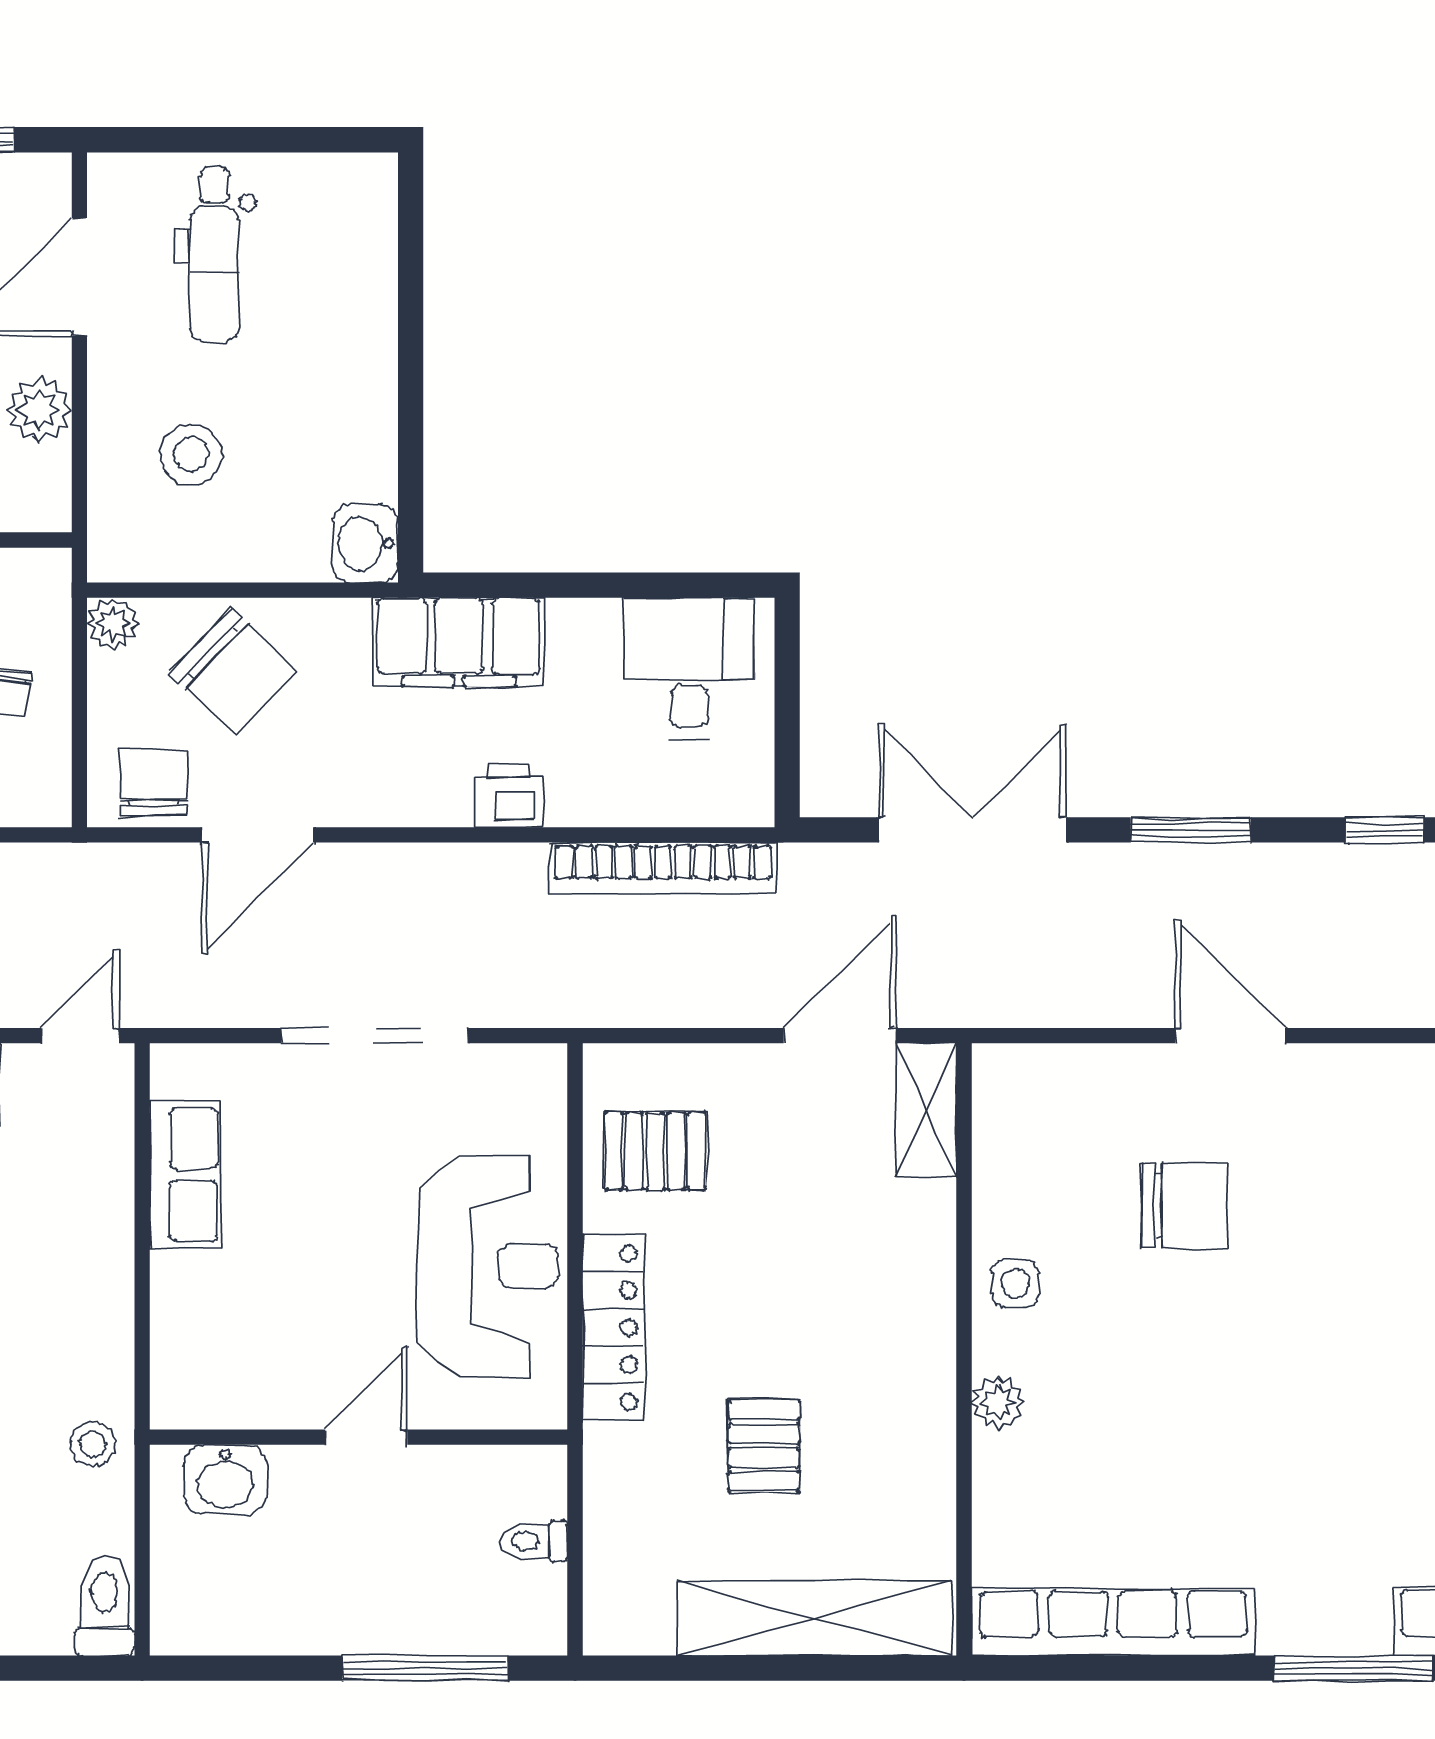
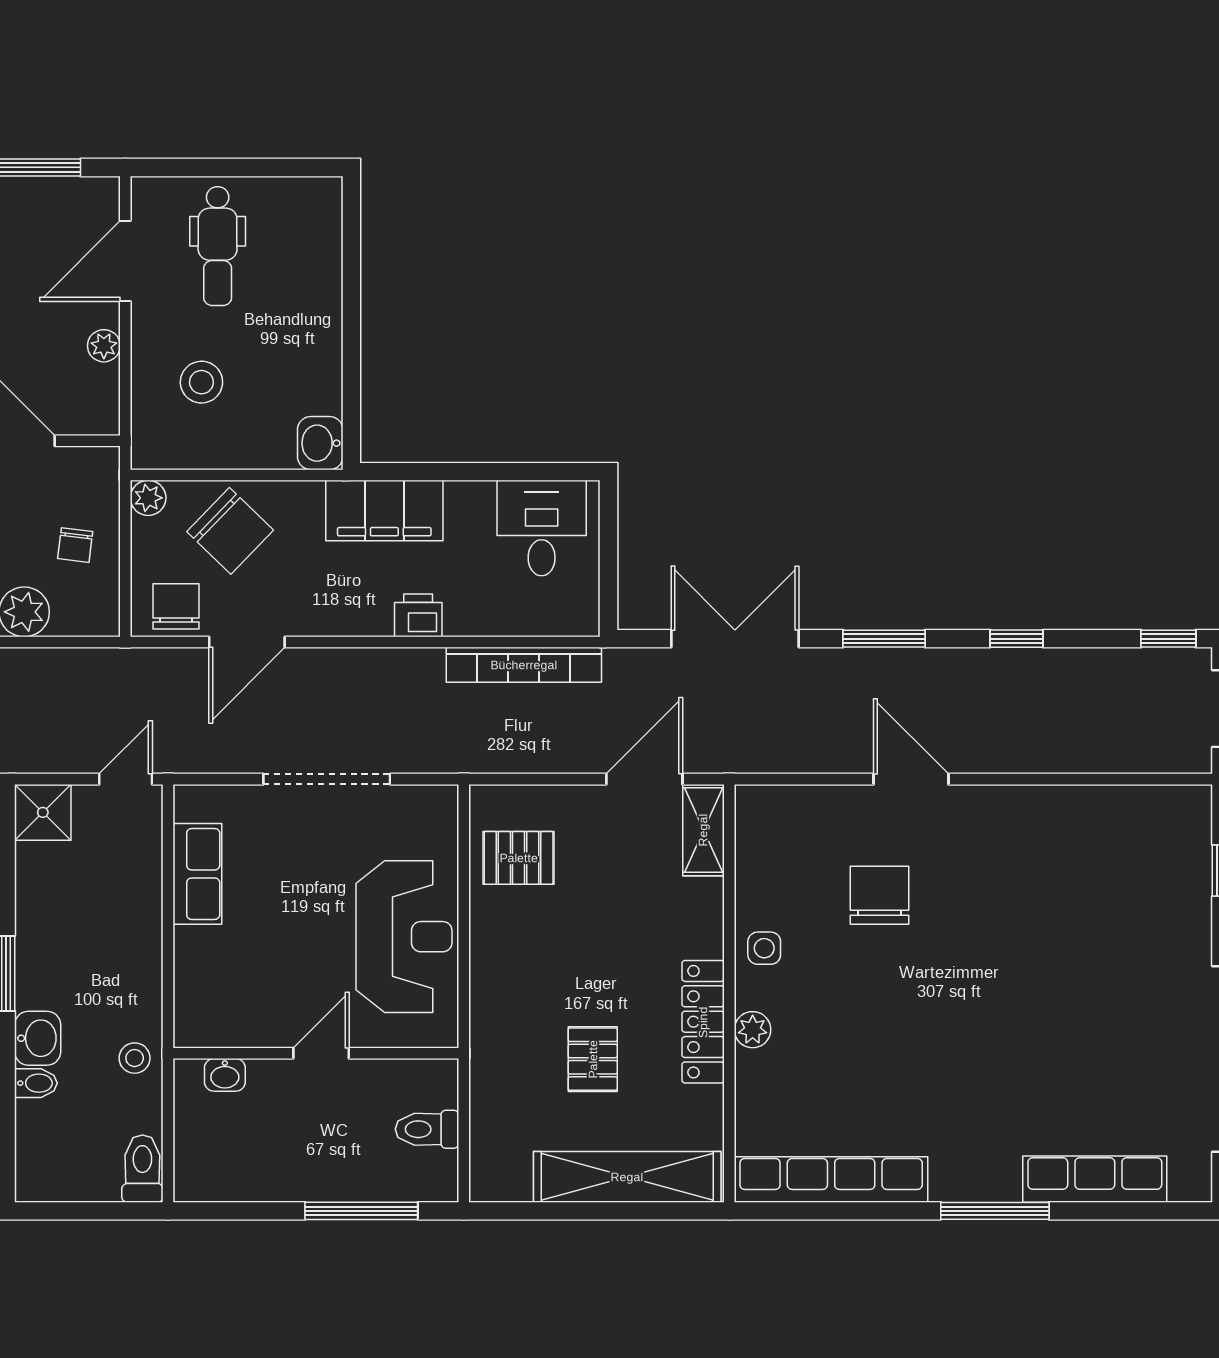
plant: (39, 410) -> (104, 346), width x0.73, depth x0.73
chair: (1184, 1206) -> (879, 895), turned -90
locker: (613, 1328) -> (703, 1022), moved, turned 180
washbasin: (225, 1480) -> (225, 1075), width x0.72, depth x0.69
toilet: (534, 1541) -> (427, 1129), width x1.37, depth x1.39

